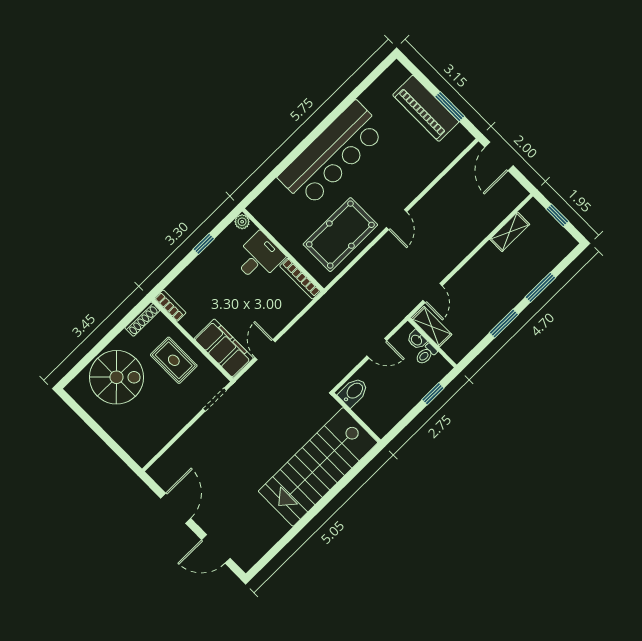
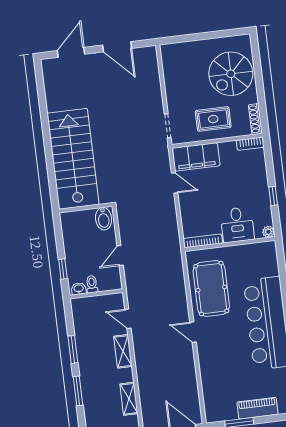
piano: (426, 108) -> (257, 408), width x0.73, depth x0.75
shelving: (432, 327) -> (123, 351), moved, turned 90
washbasin: (417, 340) -> (79, 289), moved

